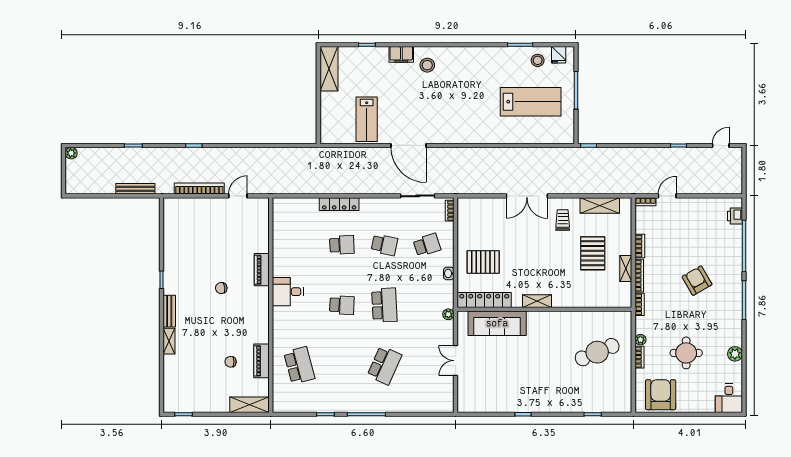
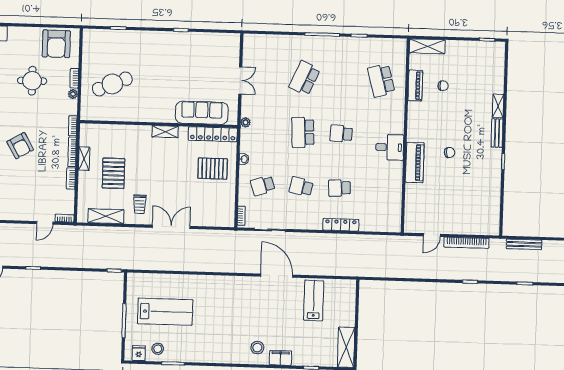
lab bench: (531, 102) -> (165, 312), turned 180
piano: (262, 270) -> (415, 163), width x1.37, depth x1.33

